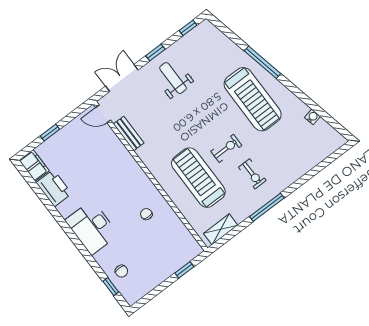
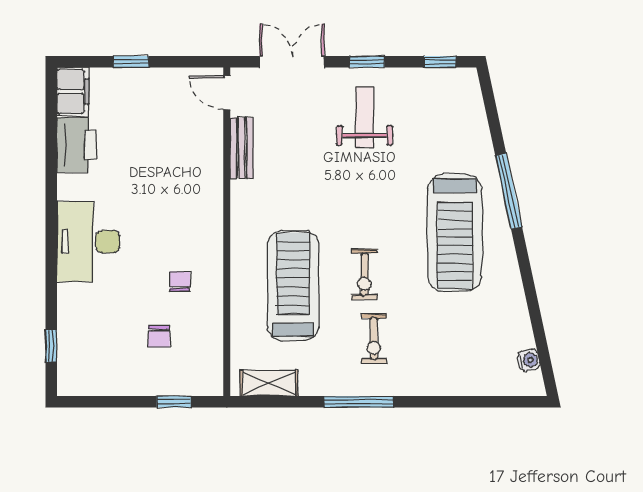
water cooler: (313, 117) -> (529, 360), moved
exercise bike: (226, 148) -> (364, 274), turned 90
chair: (121, 271) -> (159, 336), moved

